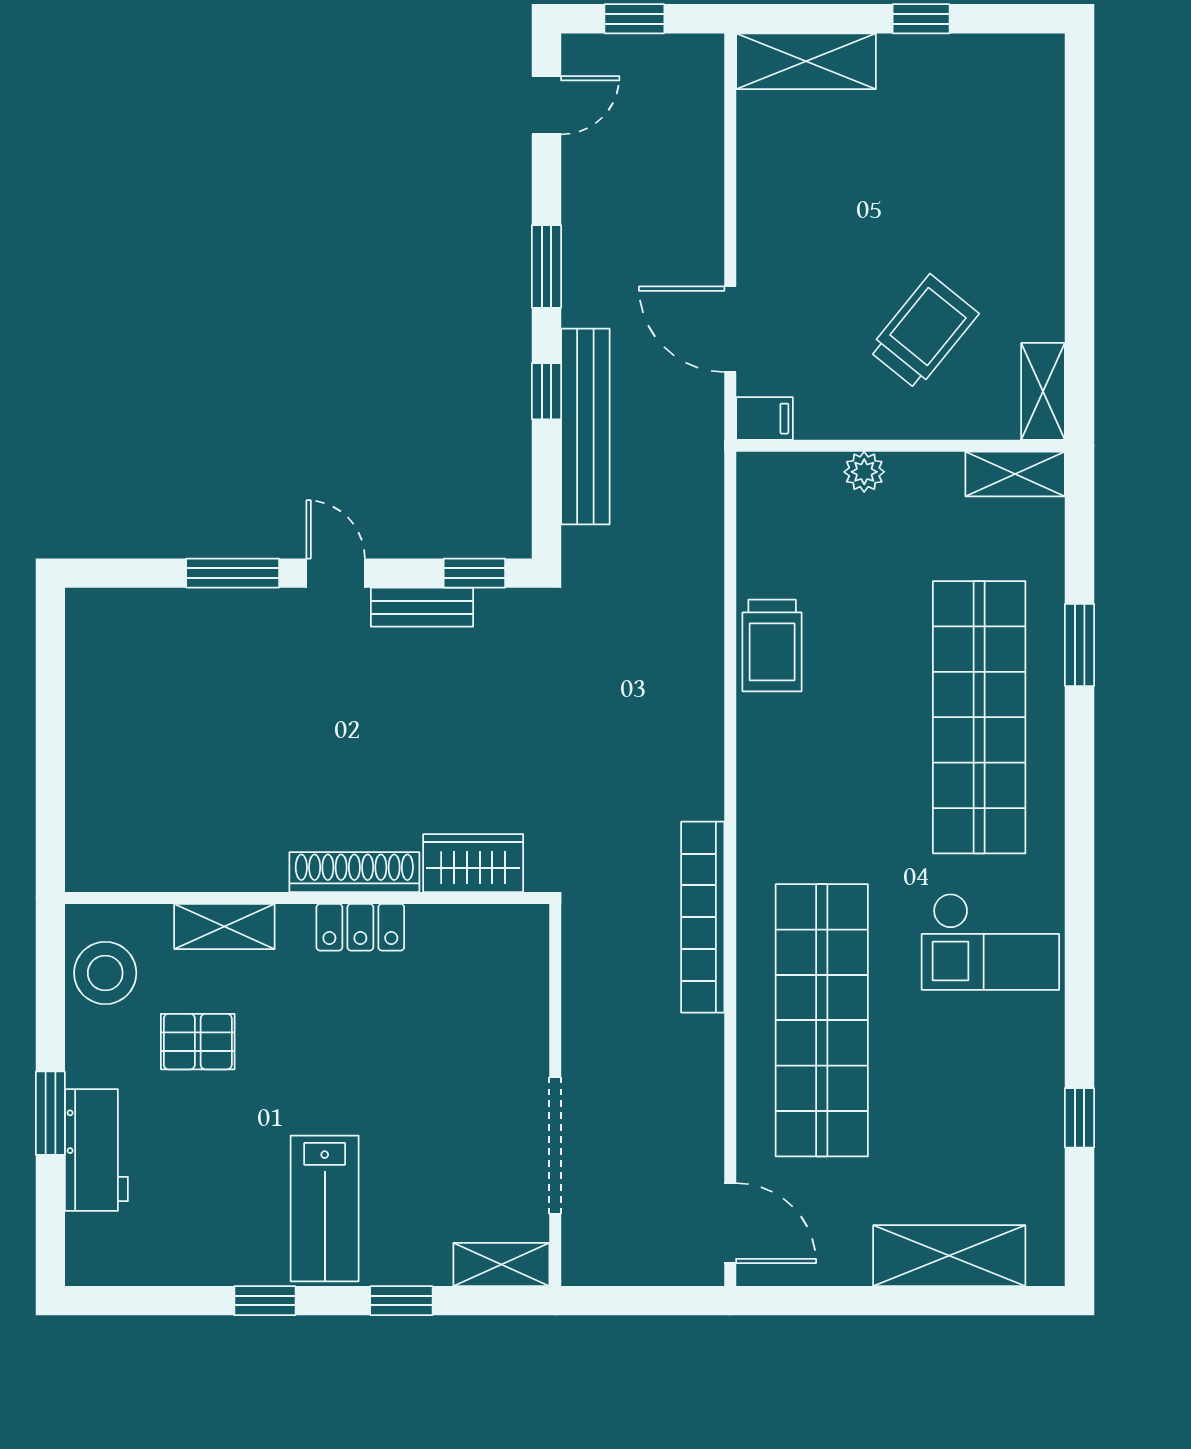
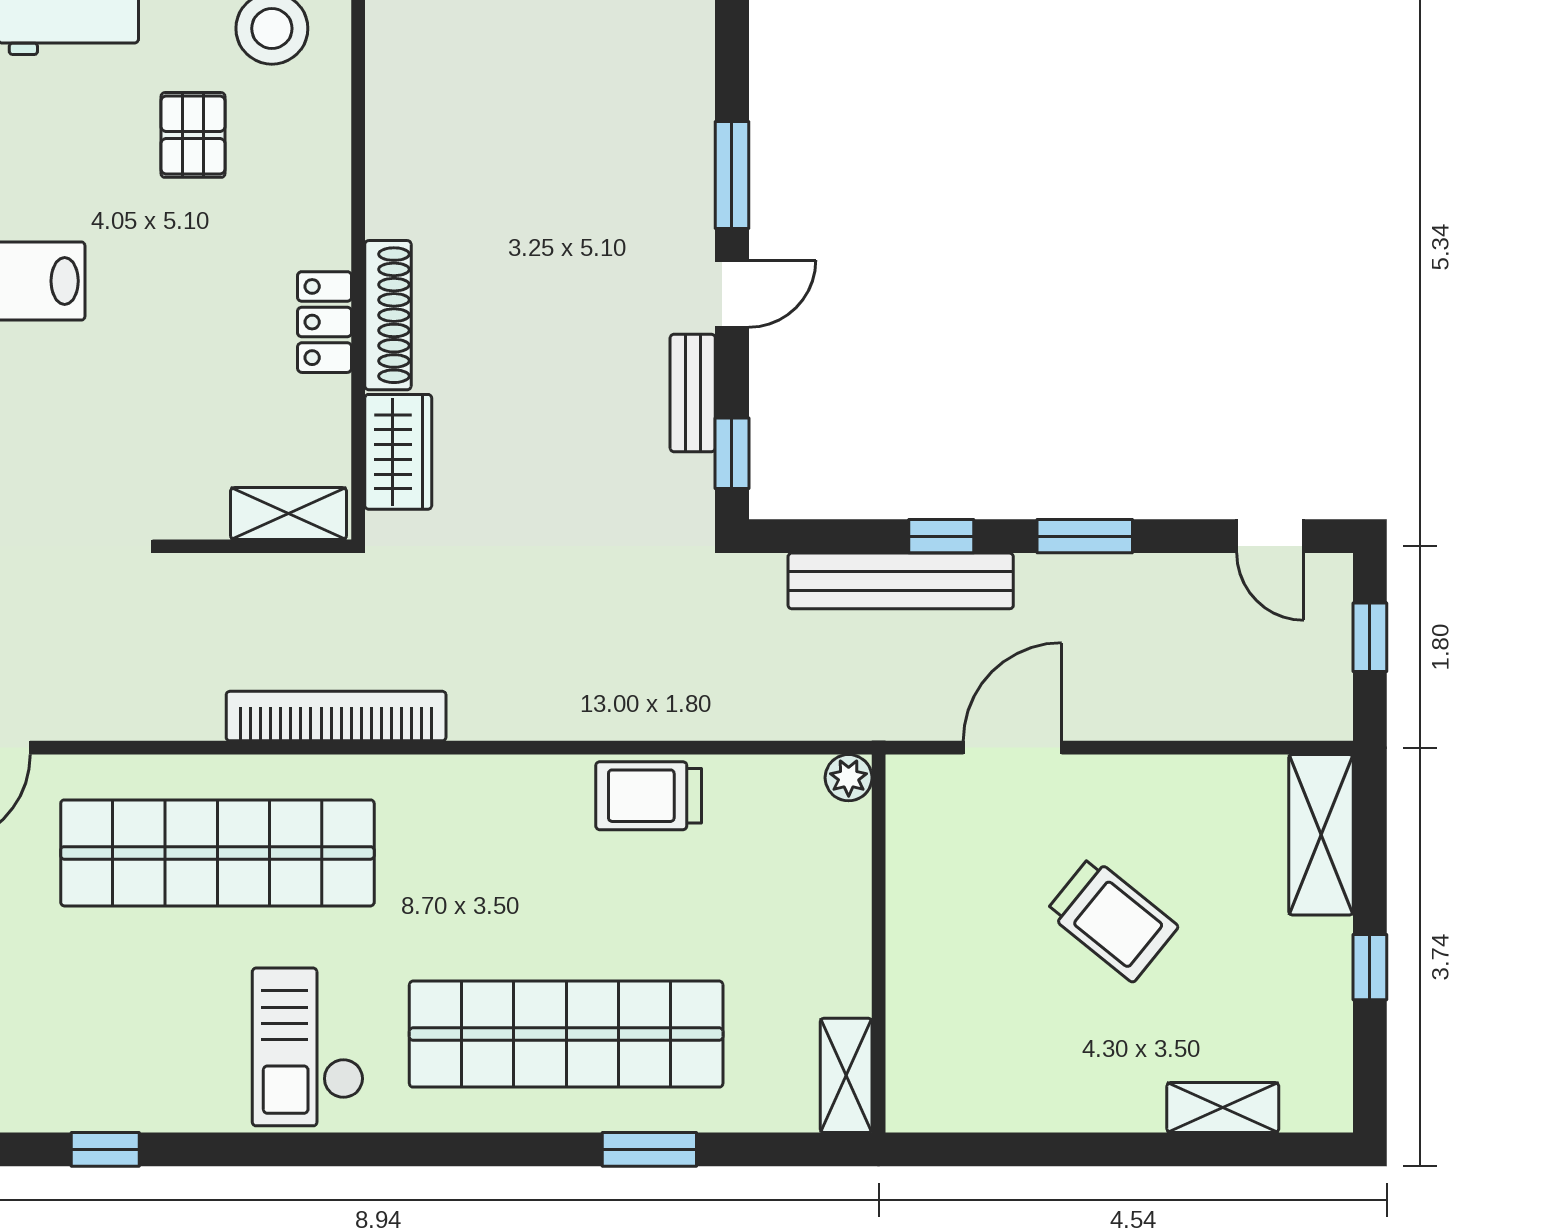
trolley: (924, 332) -> (1112, 919), moved
shelving: (1043, 391) -> (1223, 1108), moved
filing cabinet: (765, 419) -> (910, 787), removed
plant: (864, 472) -> (849, 778), moved
shelving: (224, 926) -> (288, 513), moved, turned 90

